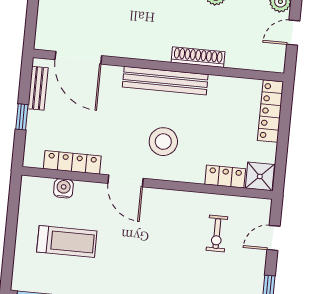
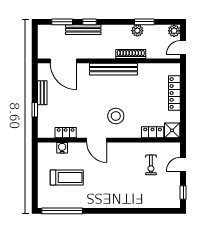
shoe rack: (198, 57) -> (131, 54), moved
door: (78, 58) -> (63, 61), moved
wall: (158, 65) -> (109, 61), moved
bench: (165, 81) -> (114, 69), moved
locker: (72, 162) -> (66, 133), width x0.66

